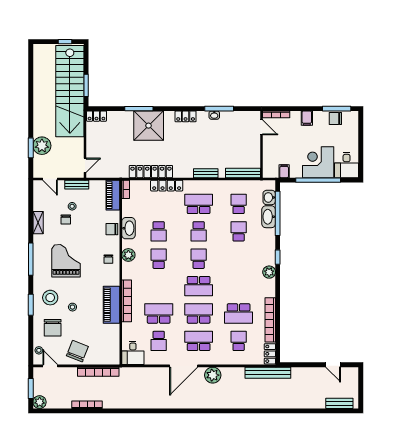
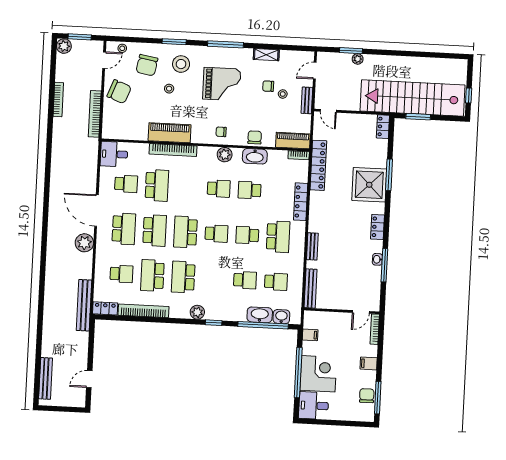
plant: (42, 146) -> (358, 59), width x0.53, depth x0.53
locker: (151, 172) -> (318, 165), moved
school desk: (239, 286) -> (183, 277), added
chair: (53, 328) -> (147, 65), turned -80
school desk: (159, 341) -> (126, 184), turned 180
bench: (339, 403) -> (46, 378), width x1.36

